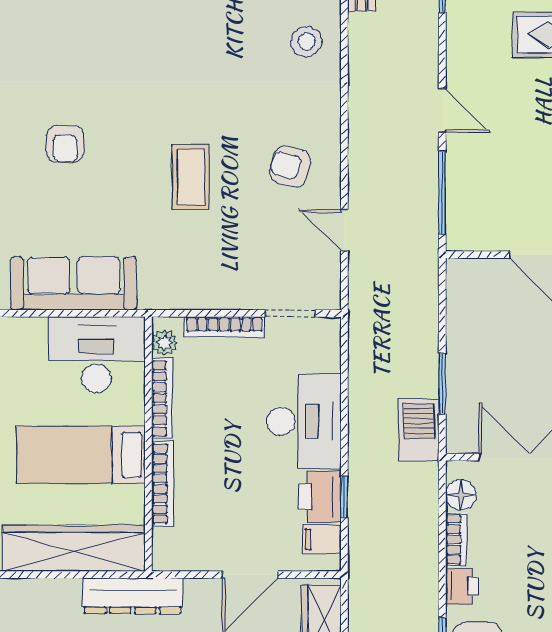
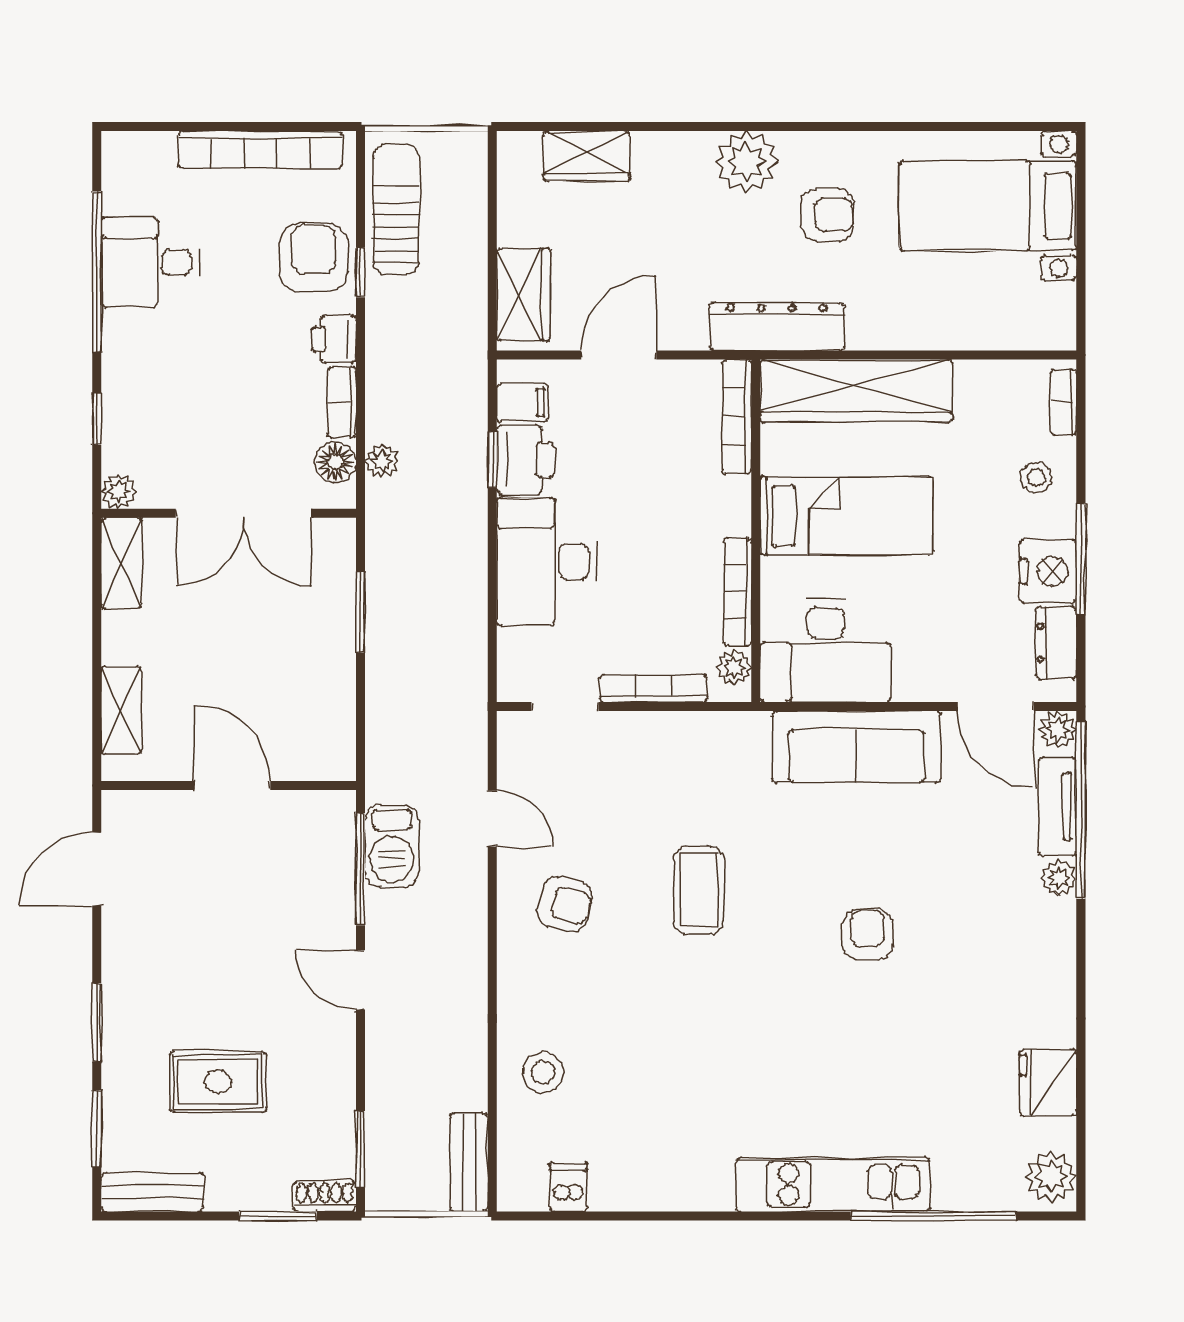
barbecue: (419, 430) -> (392, 846), moved
bookcase: (163, 484) -> (737, 417), moved
plant: (426, 496) -> (382, 461), added

